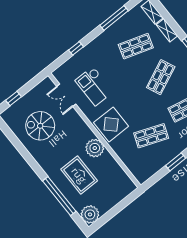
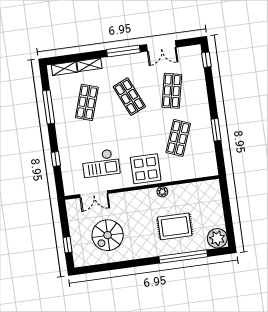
plant: (95, 148) -> (162, 192), width x0.53, depth x0.53

